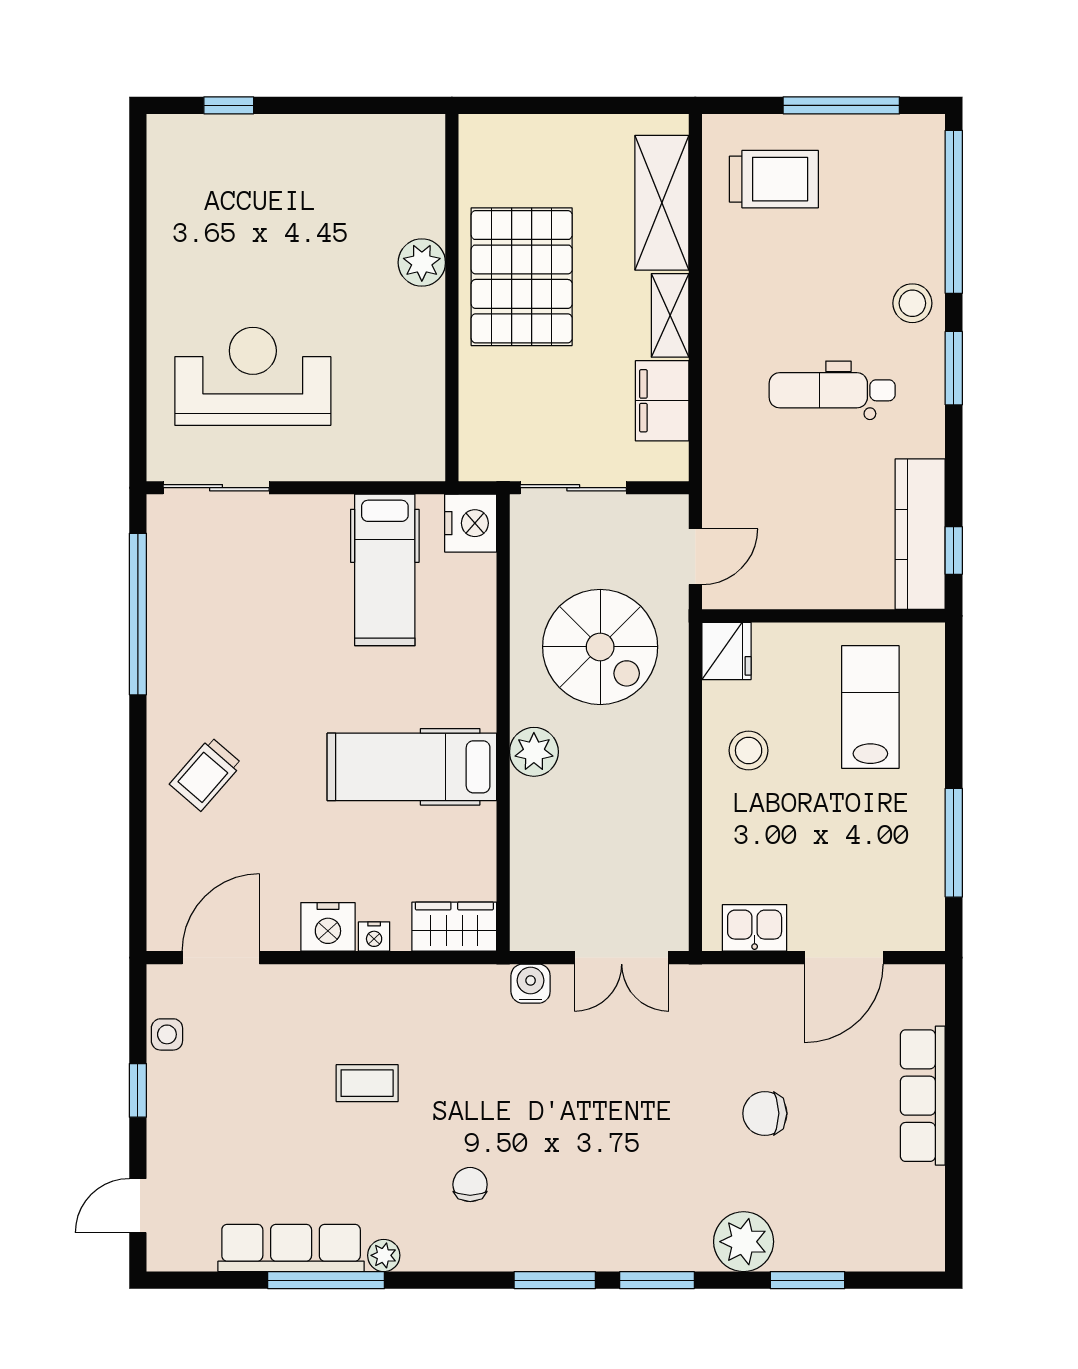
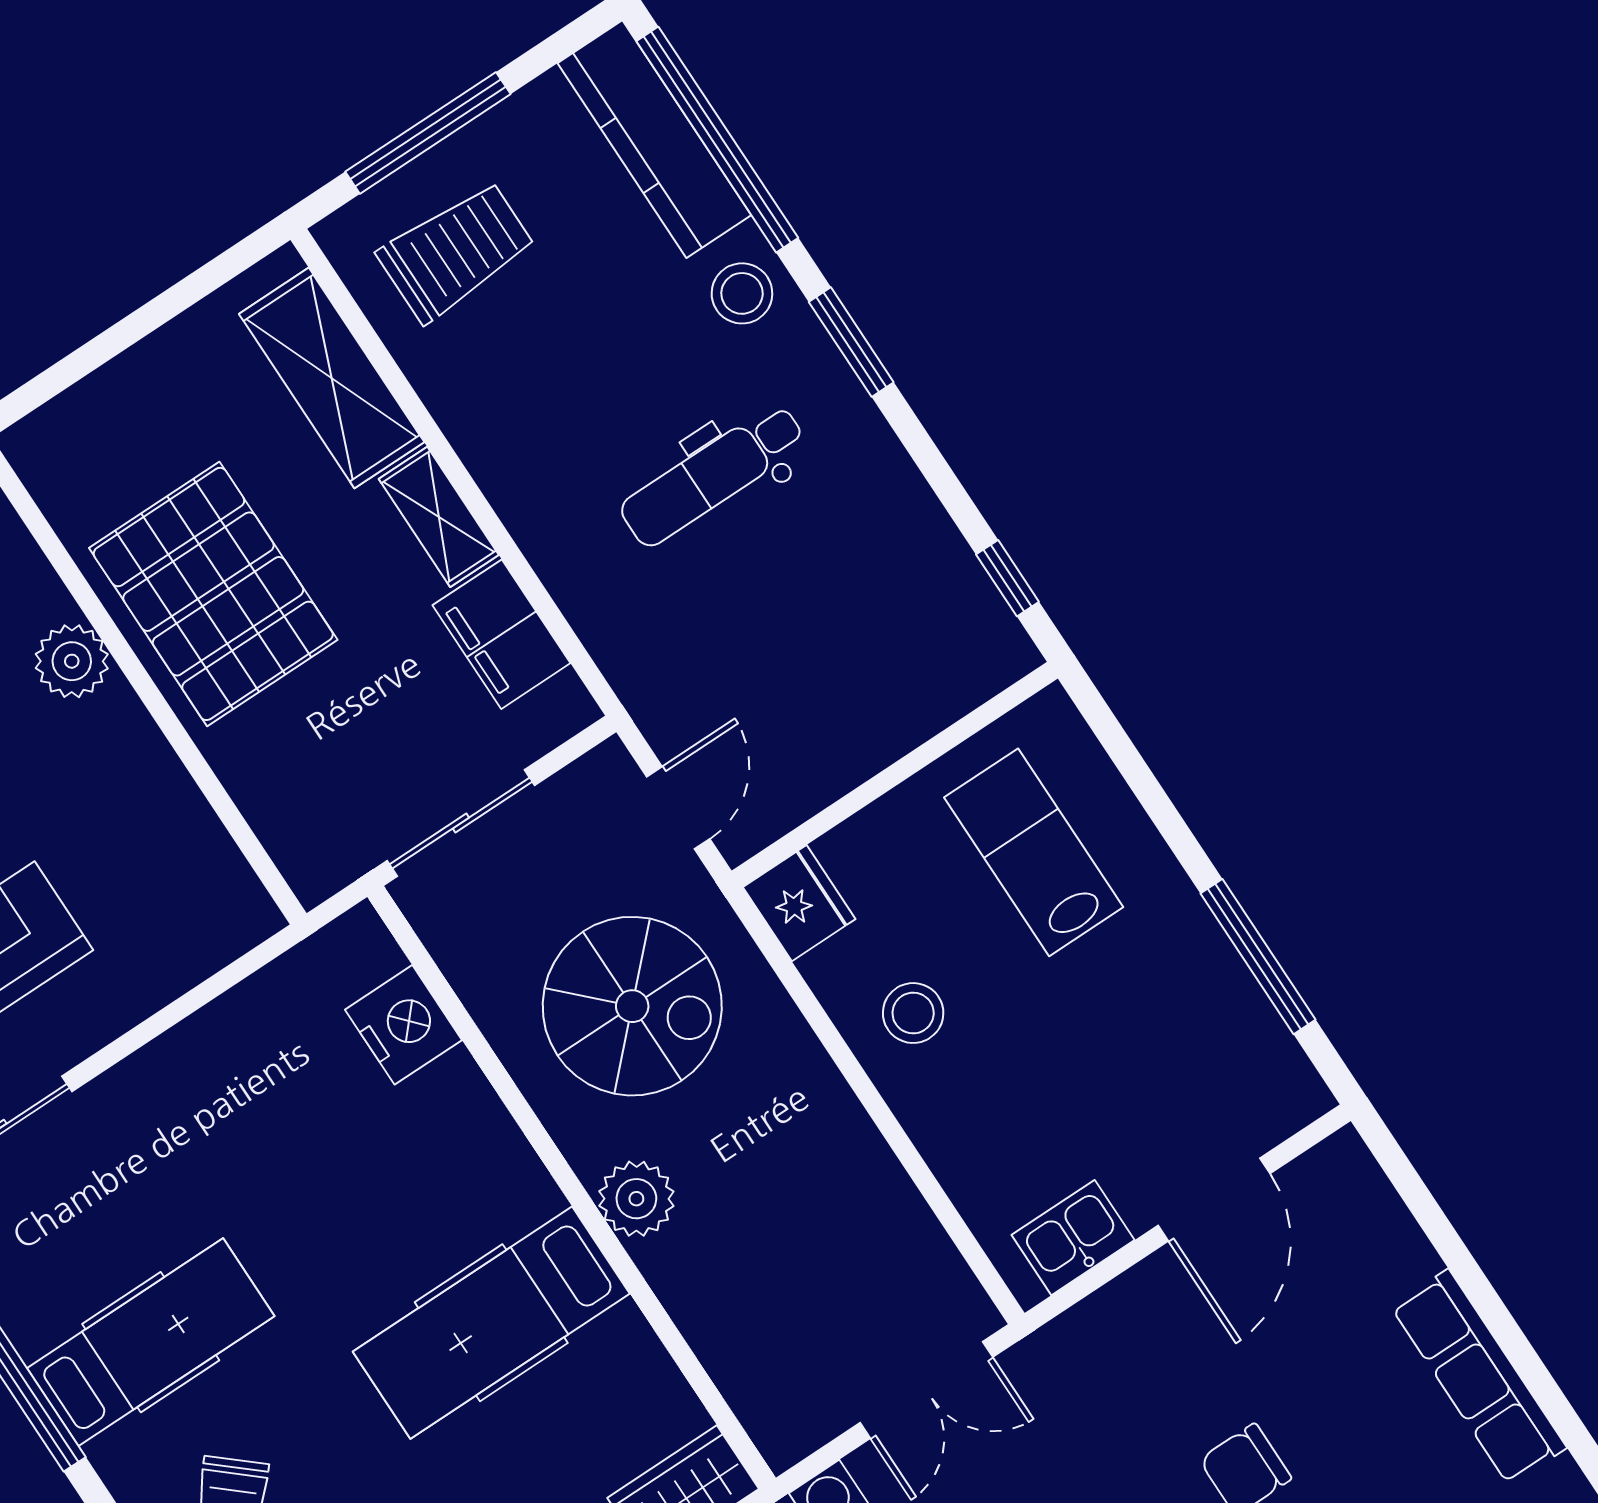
window: (841, 105) -> (428, 133), moved
nightstand: (471, 523) -> (404, 1025), moved
kitchen counter: (920, 534) -> (654, 139), moved
hospital bed: (385, 570) -> (151, 1342), moved, turned -90
row of seats: (923, 1096) -> (1479, 1377), moved

